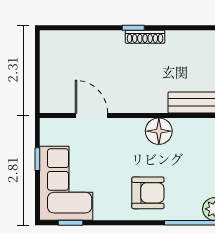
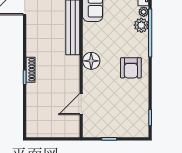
corner sofa: (66, 183) -> (125, 120), removed
armchair: (148, 193) -> (131, 68), turned 180

